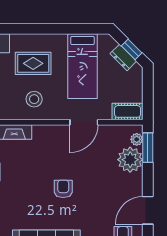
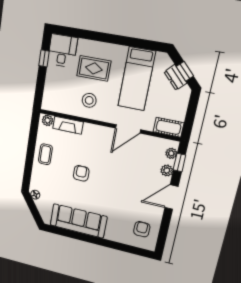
window: (148, 148) -> (179, 163), width x0.67
plant: (130, 160) -> (167, 170), width x0.53, depth x0.53
armchair: (63, 189) -> (81, 173), moved
door: (148, 210) -> (171, 197), moved

